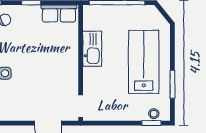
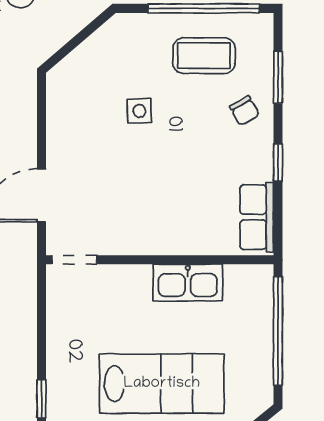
stool: (154, 114) -> (60, 403), removed

